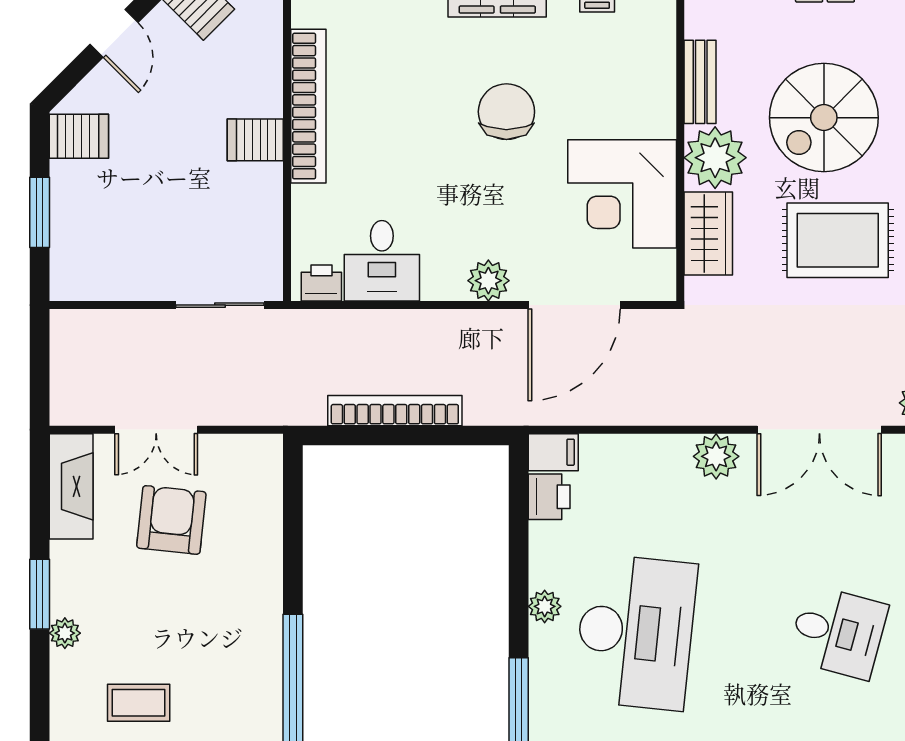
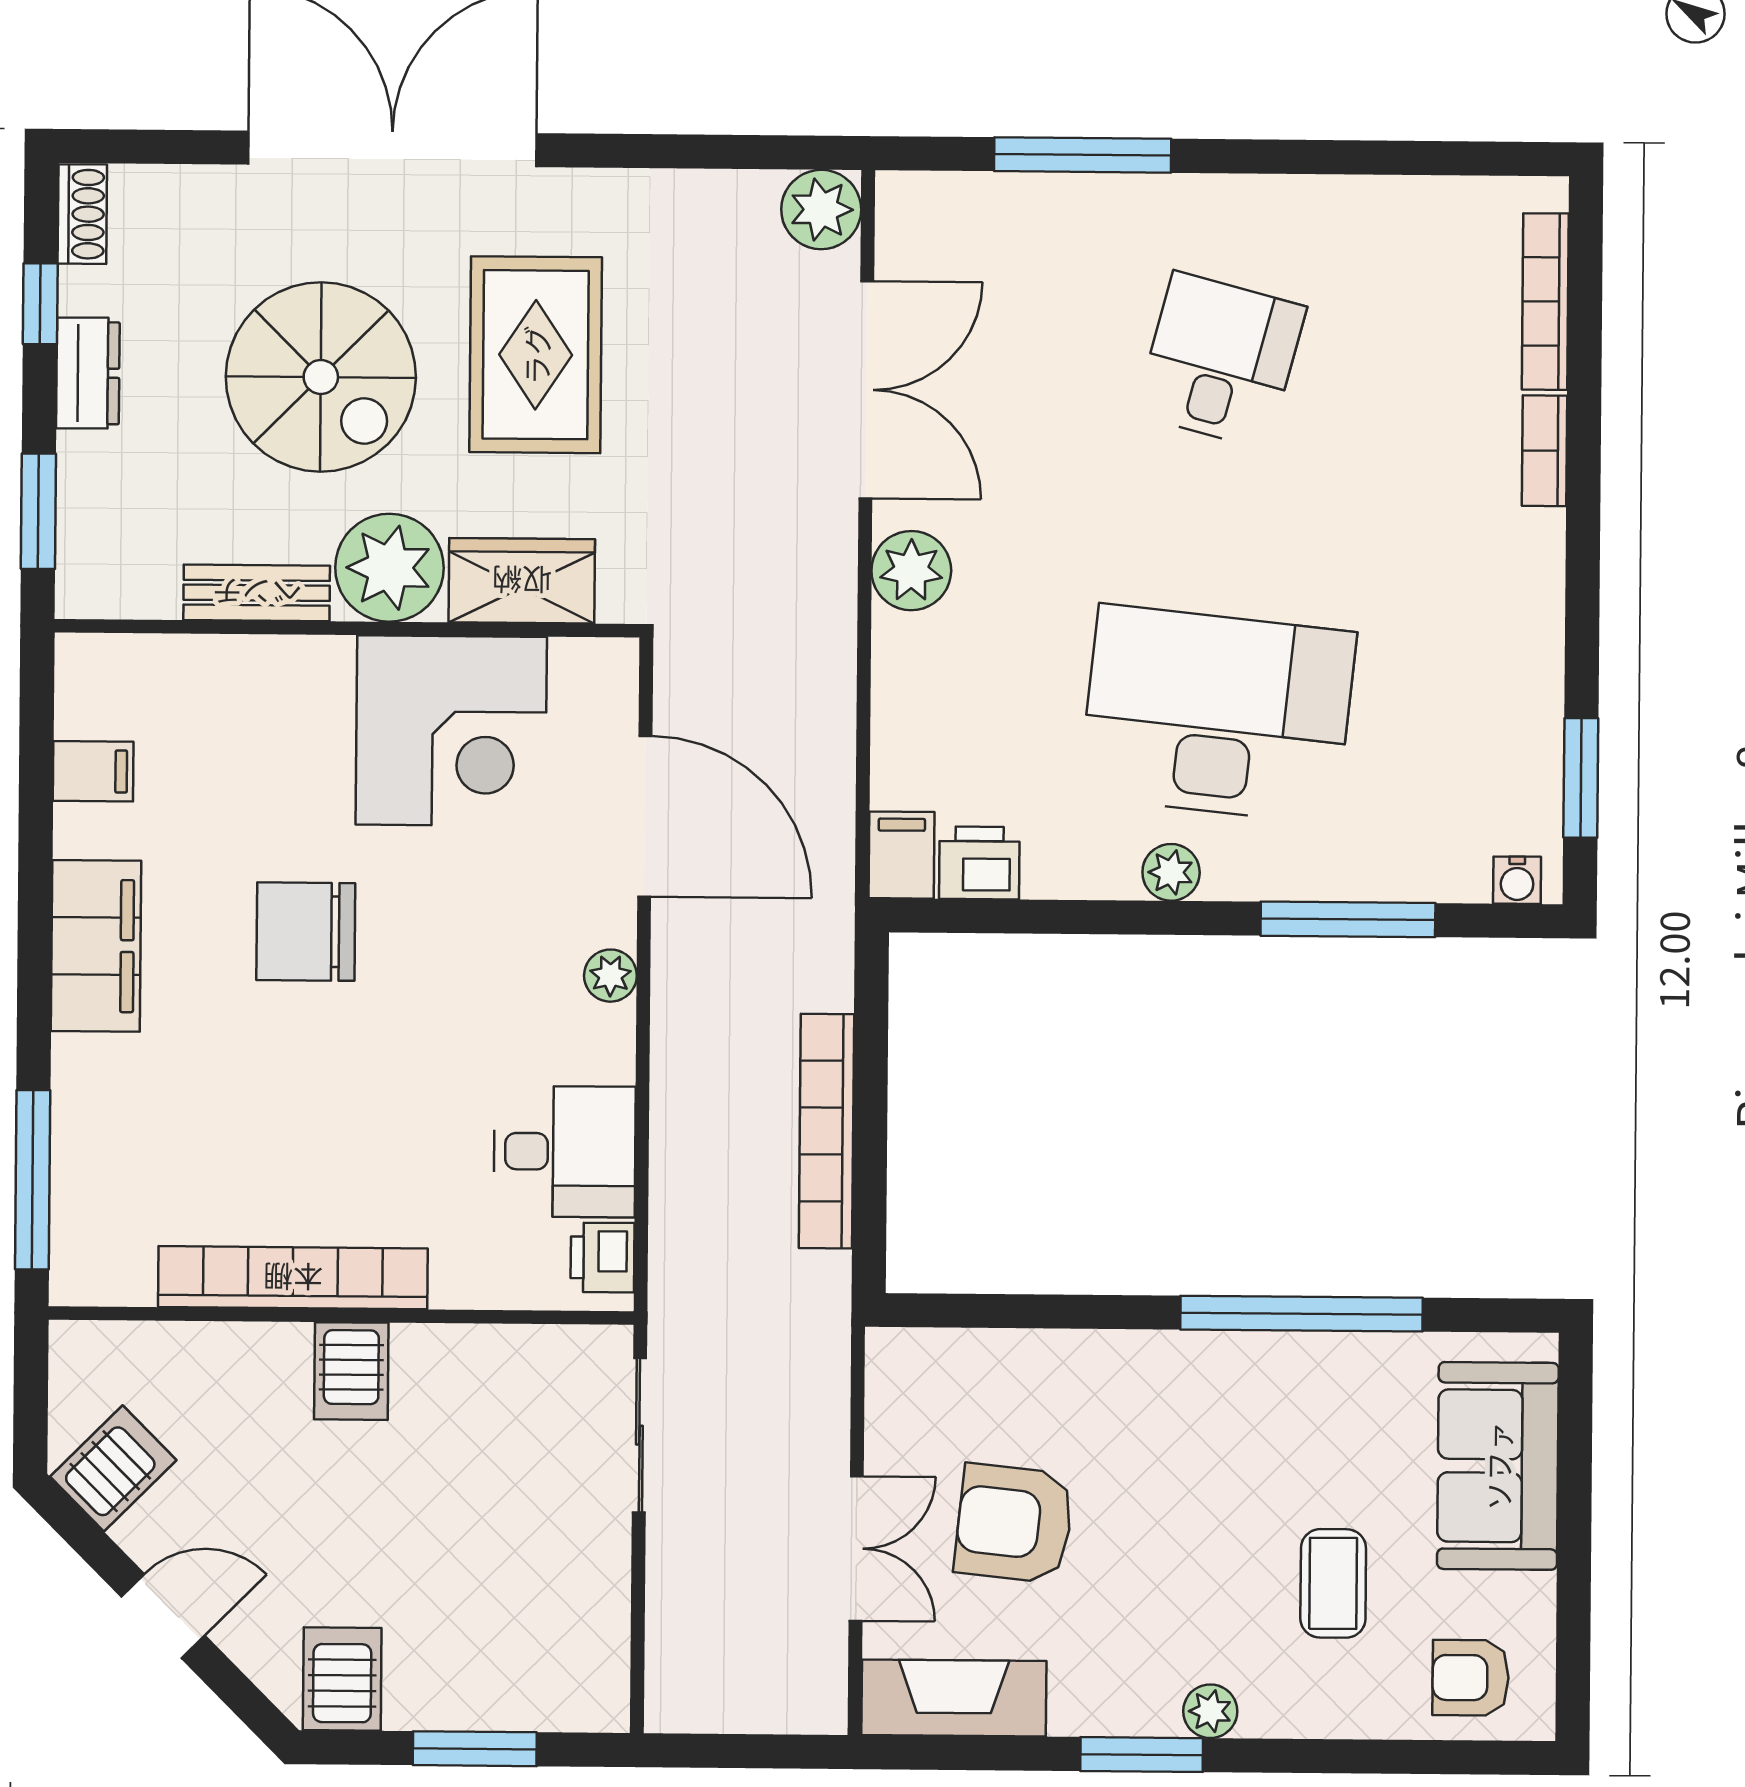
plant: (488, 281) -> (610, 976), width x0.73, depth x0.73

